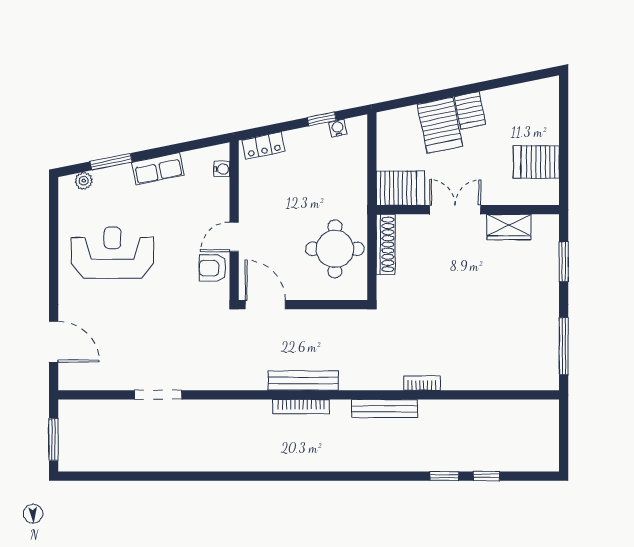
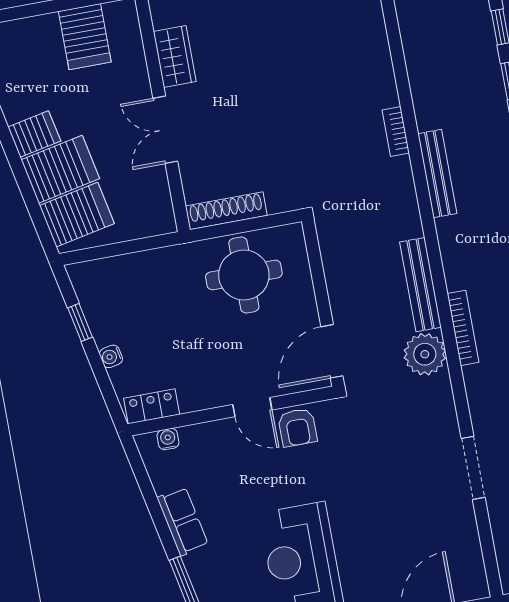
water cooler: (338, 128) -> (111, 356), moved
locker: (263, 146) -> (152, 406), moved, turned -79
server rack: (400, 188) -> (77, 215), moved, turned 79
plant: (250, 374) -> (425, 354), added
bookcase: (301, 407) -> (463, 328), moved

